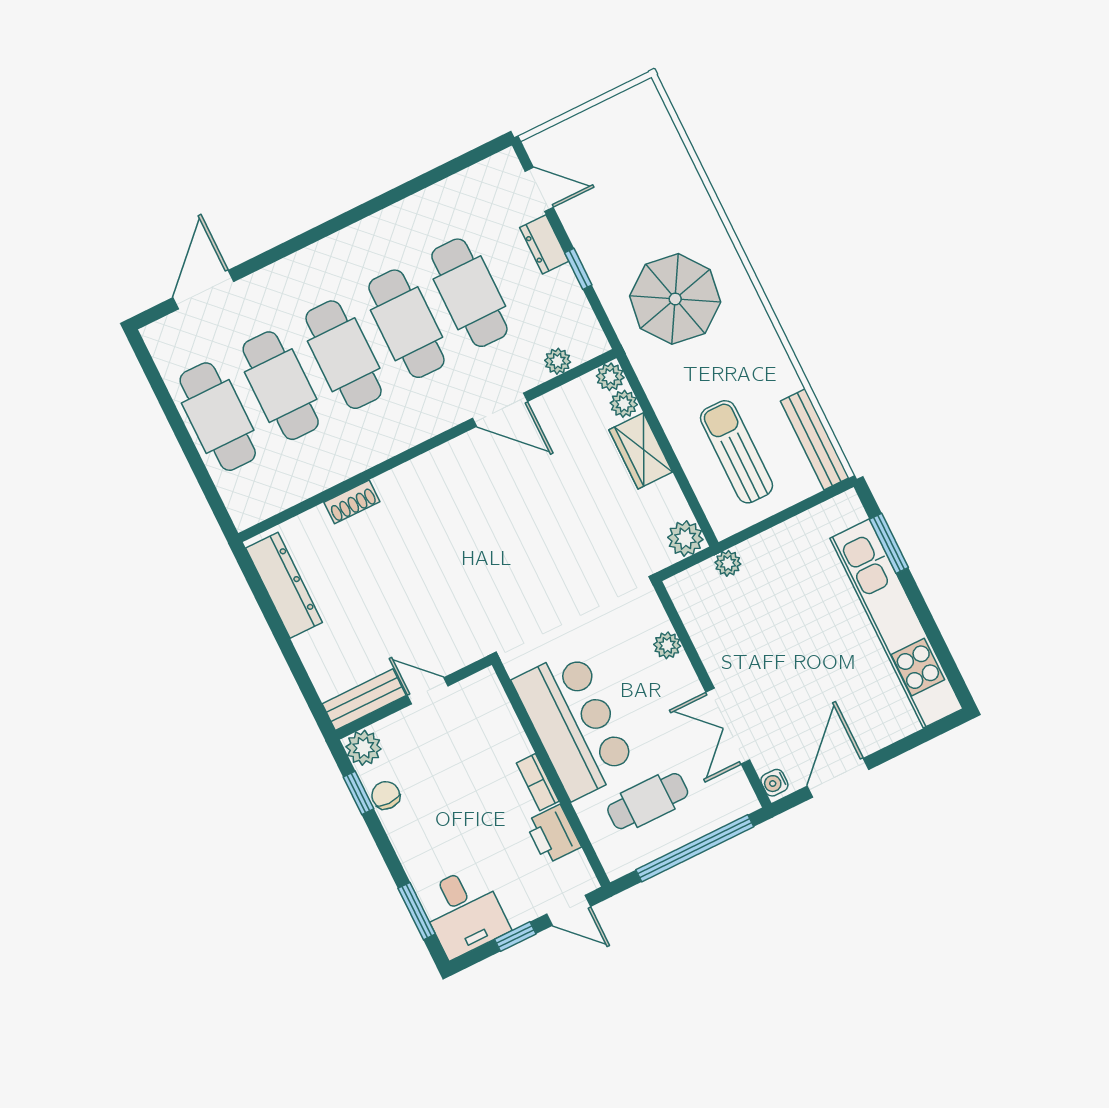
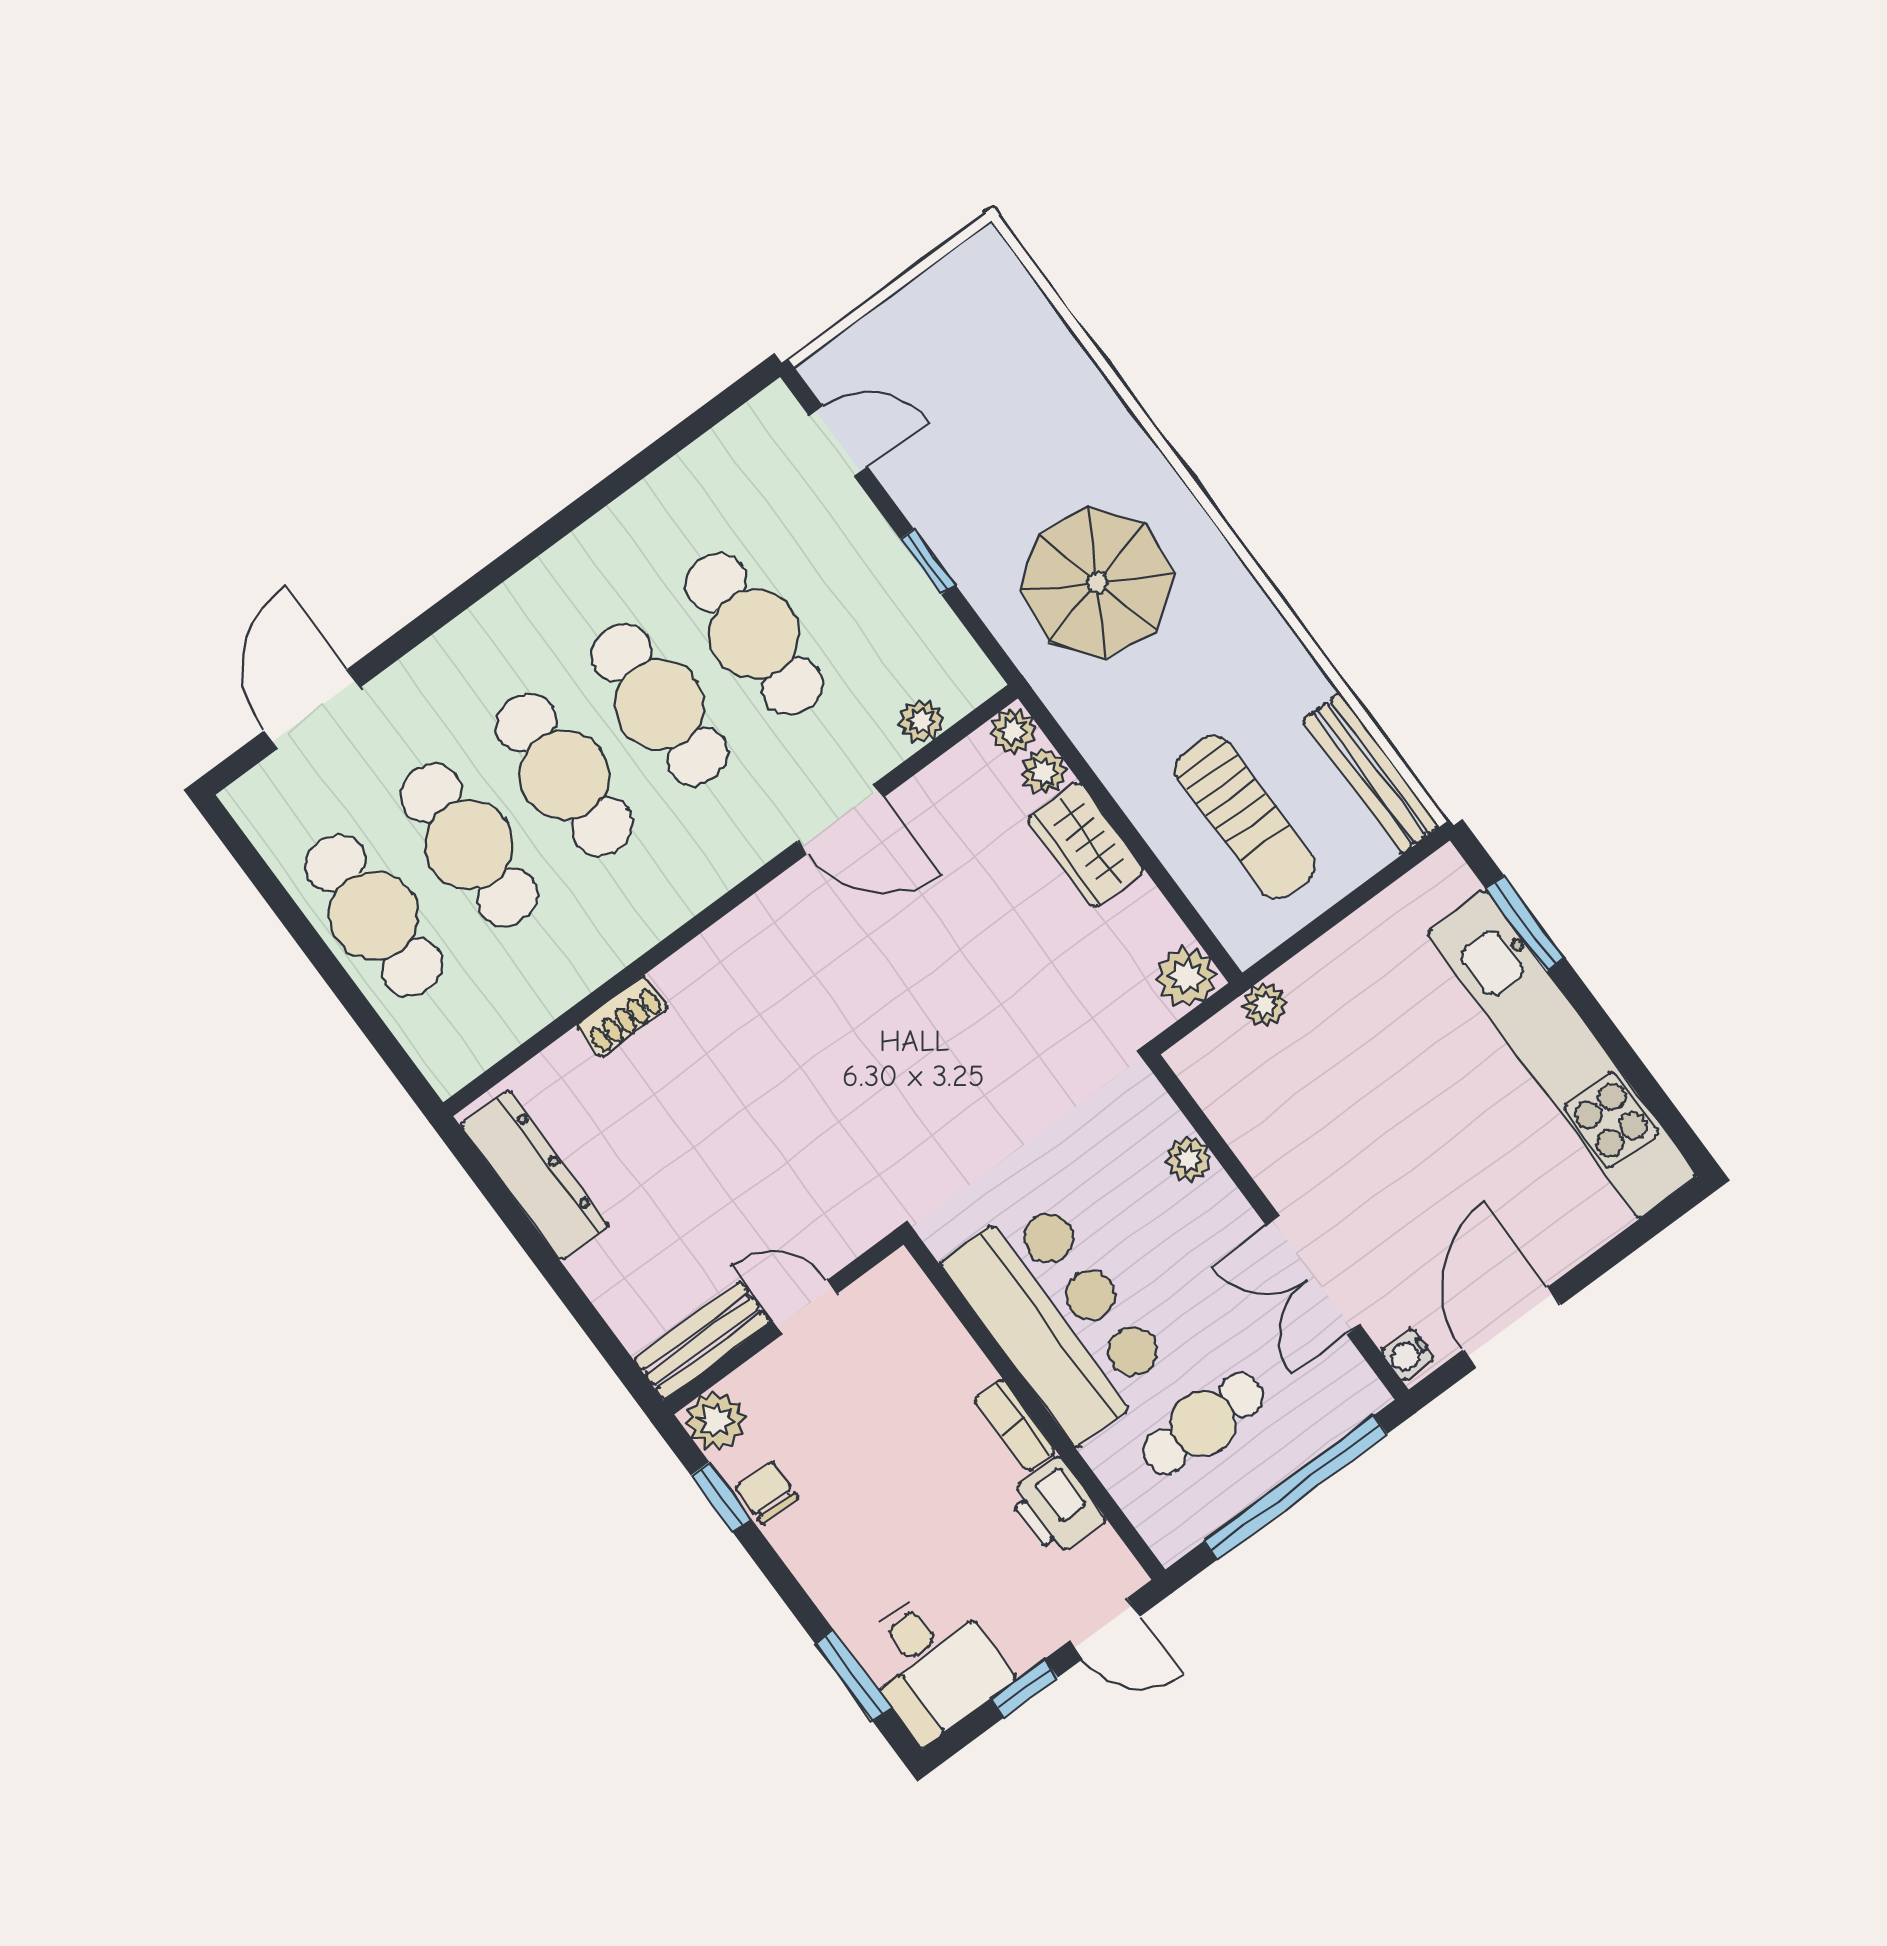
dresser: (544, 244) -> (864, 531), removed
sun lounger: (736, 452) -> (1245, 817), turned 180

